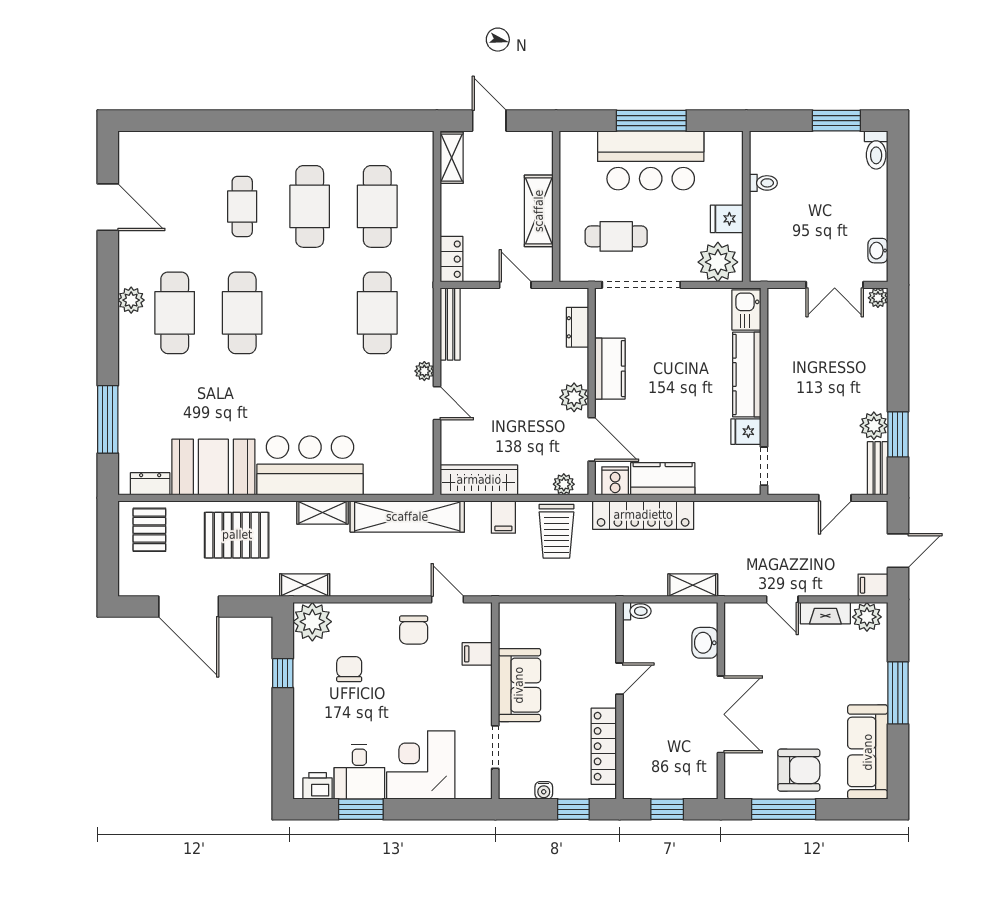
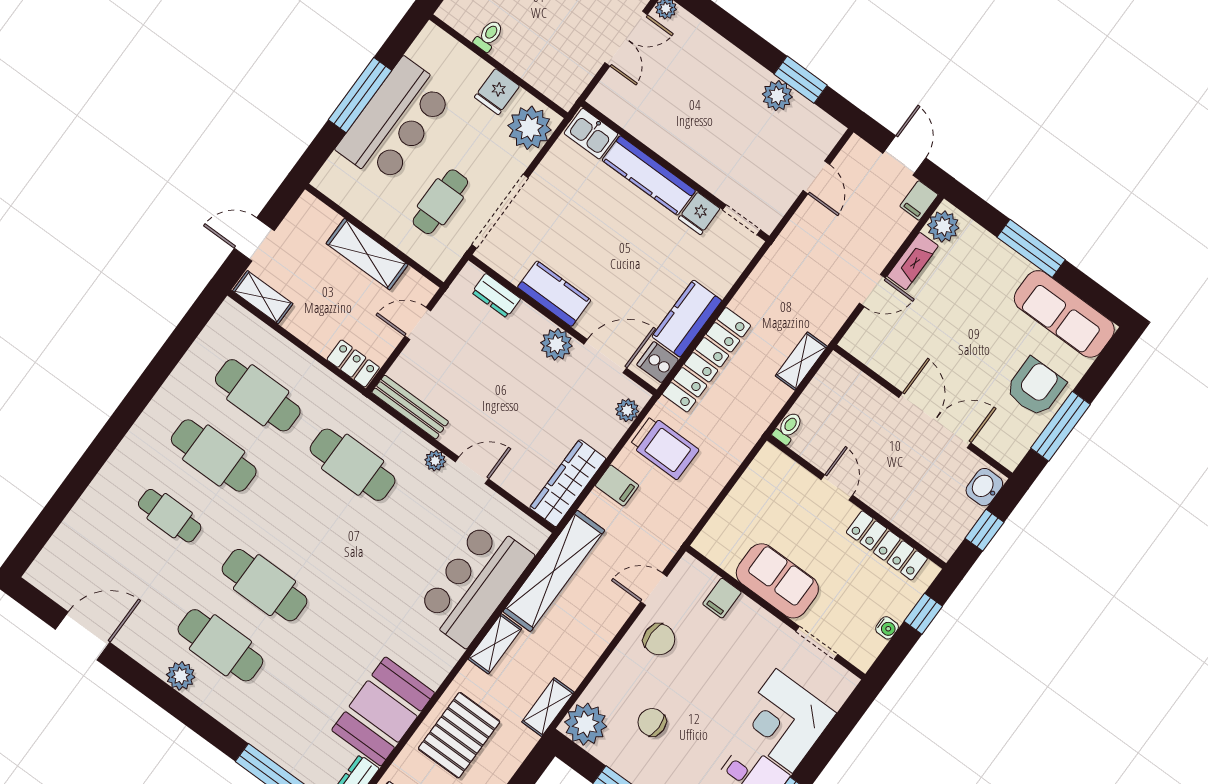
bar counter: (310, 465) -> (475, 583), moved
bench: (878, 468) -> (818, 120), removed
washbasin: (705, 643) -> (984, 487), moved, turned 90

